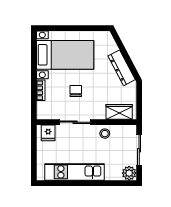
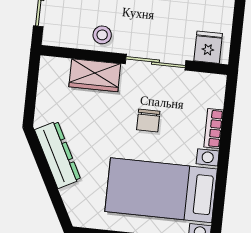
wardrobe: (119, 112) -> (95, 75), moved

